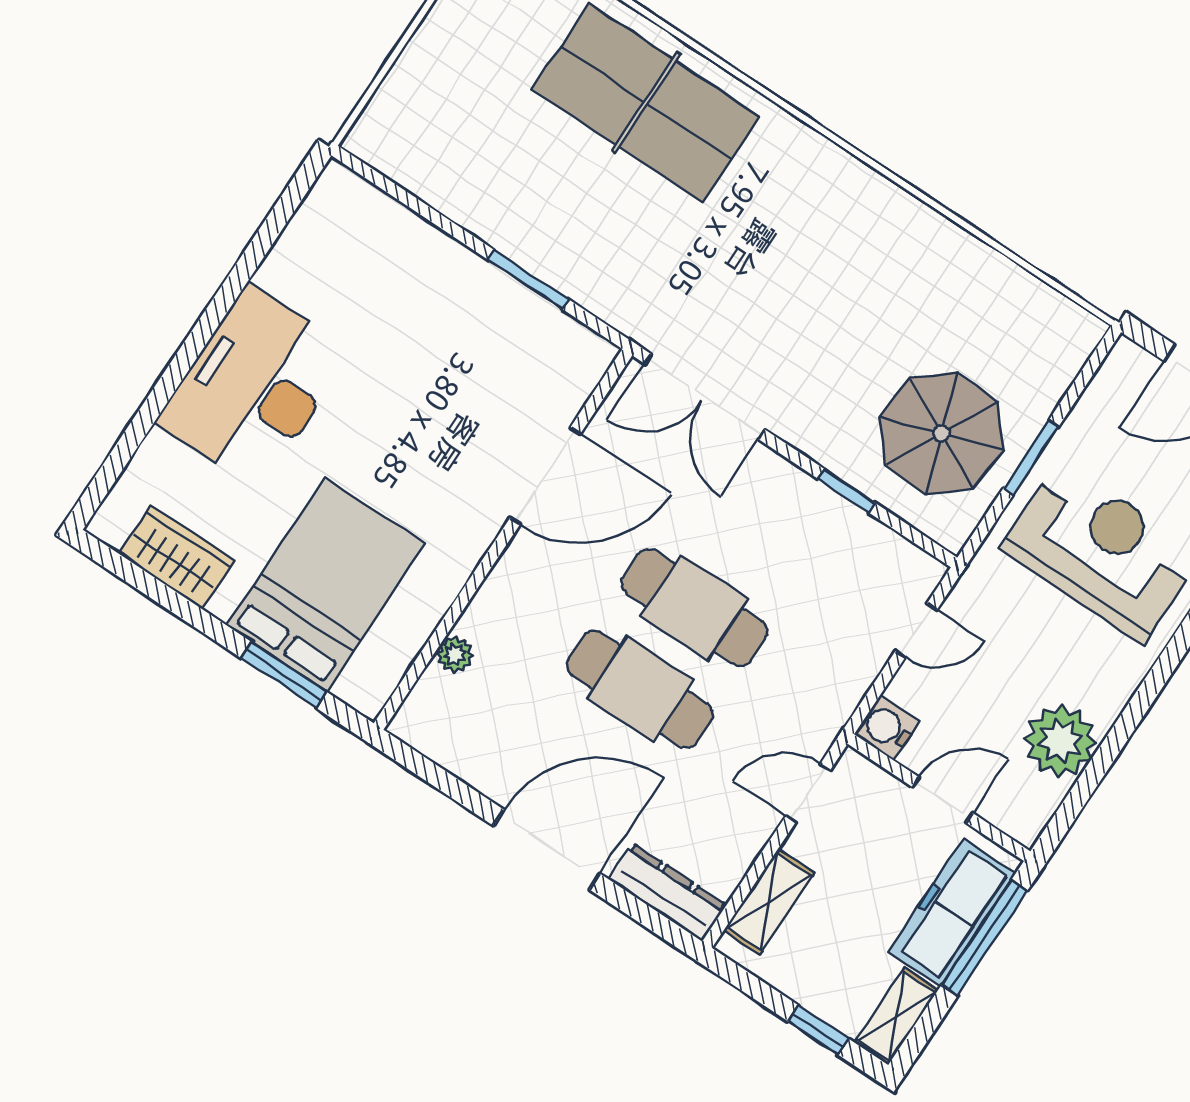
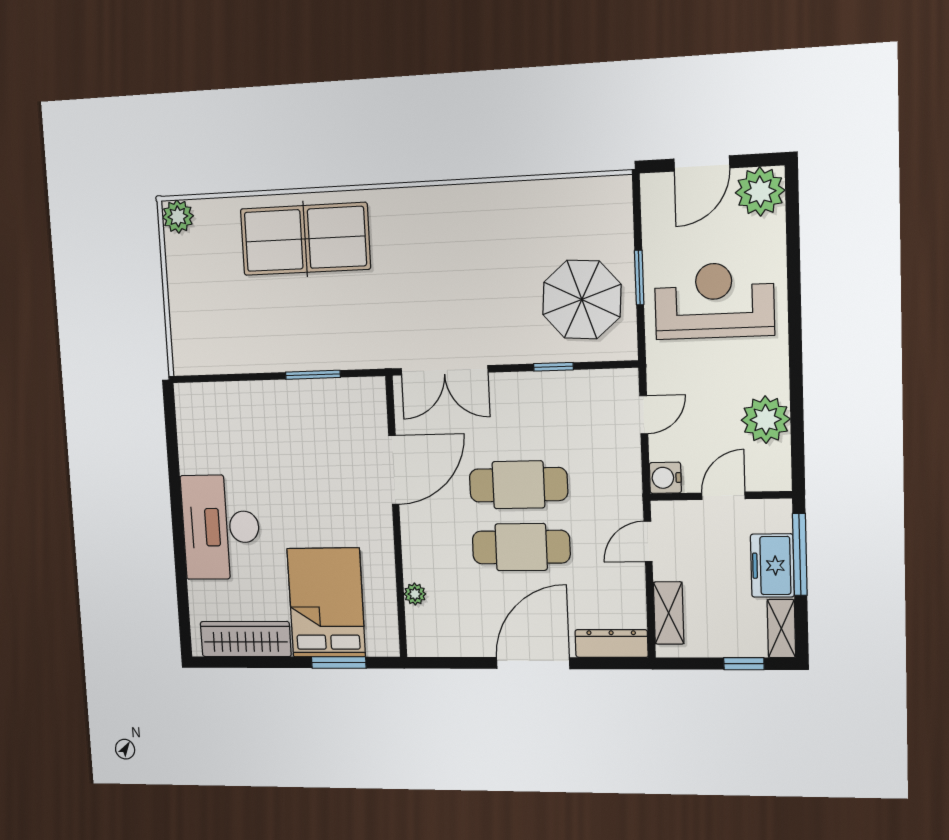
wardrobe: (177, 557) -> (246, 639), width x1.50
freezer: (952, 913) -> (772, 566), width x0.71

